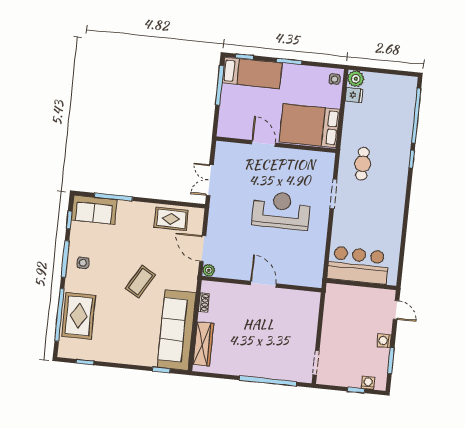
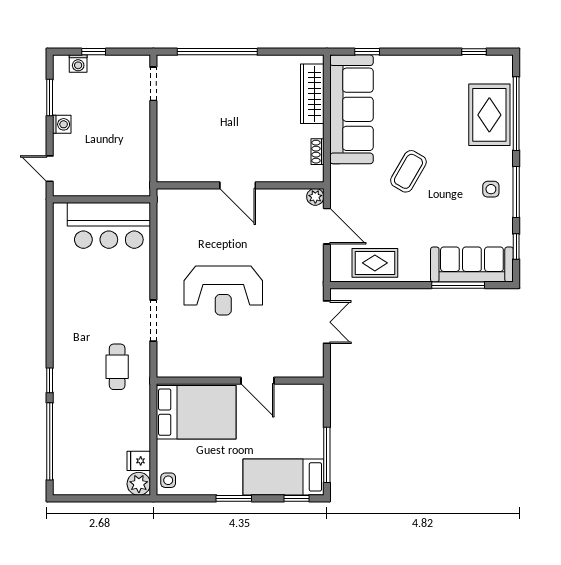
sofa: (94, 210) -> (472, 264), width x1.36

